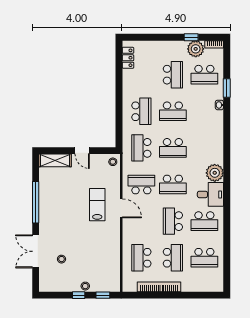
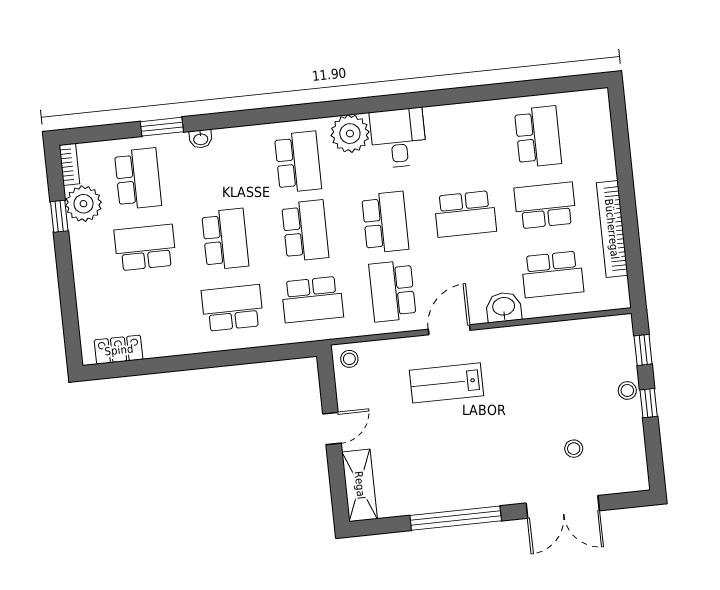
school desk: (204, 221) -> (298, 162), moved
washbasin: (129, 234) -> (504, 307), added

